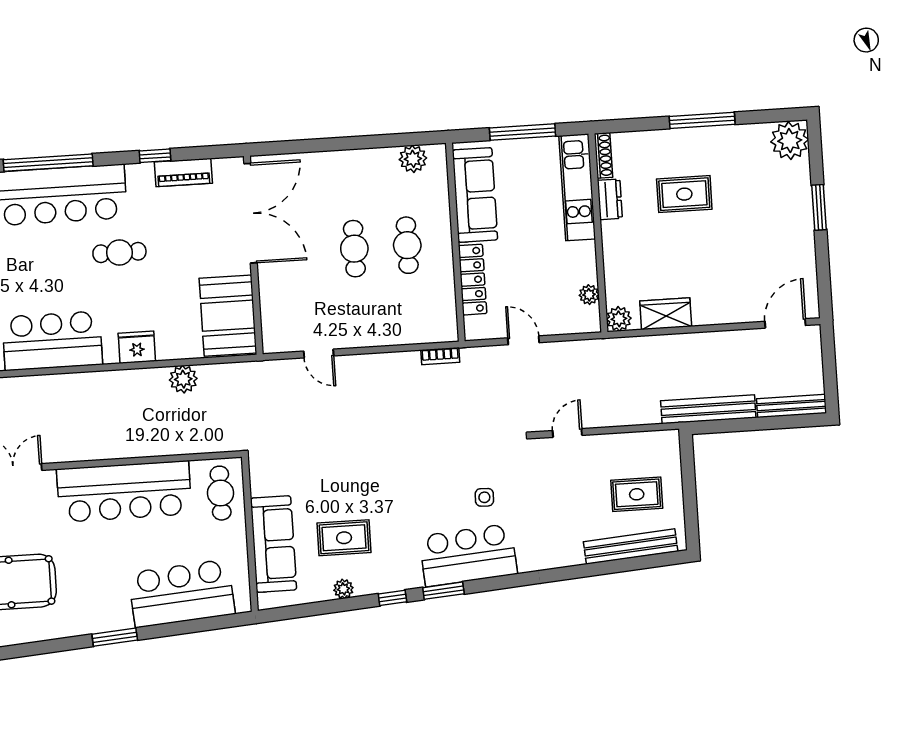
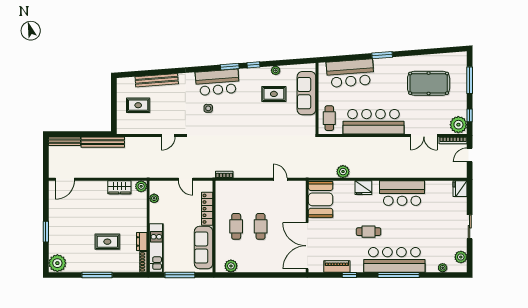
bench: (631, 547) -> (157, 80), moved

